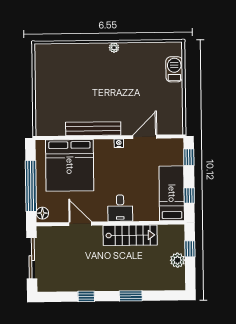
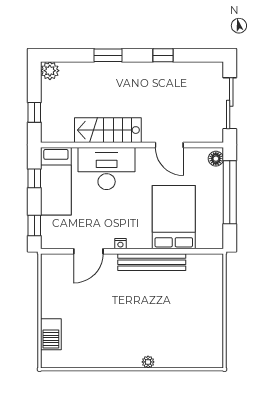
plant: (114, 48) -> (148, 362), moved
bed: (70, 165) -> (174, 217), width x0.73
desk: (120, 208) -> (107, 169), width x1.87, depth x1.30
plant: (177, 260) -> (50, 71), moved

